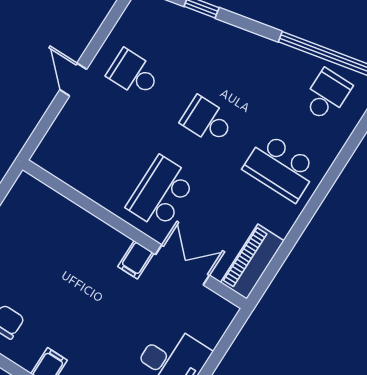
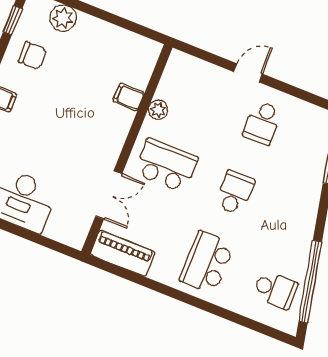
school desk: (133, 74) -> (263, 123), turned 180
plant: (96, 190) -> (158, 110), added
filing cabinet: (136, 260) -> (129, 97), moved

